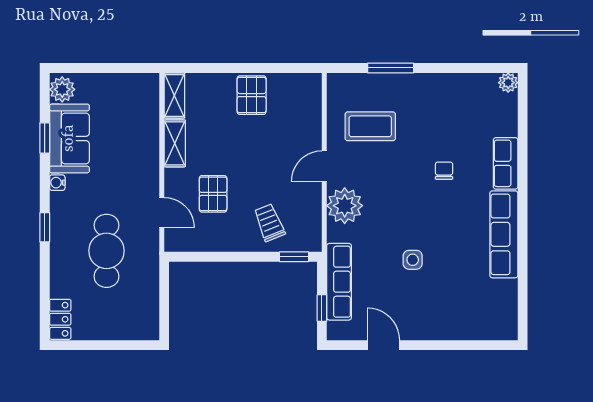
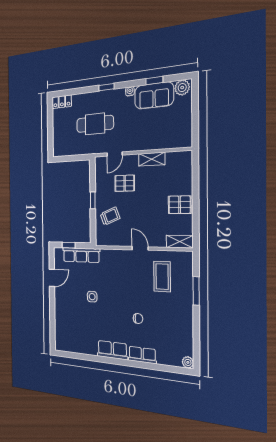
shelving: (174, 95) -> (180, 242), moved
plant: (345, 206) -> (119, 260), removed
row of seats: (504, 234) -> (112, 350), width x0.68
window: (294, 257) -> (93, 200), moved

